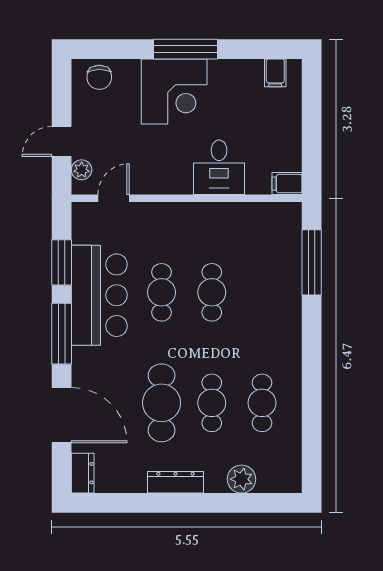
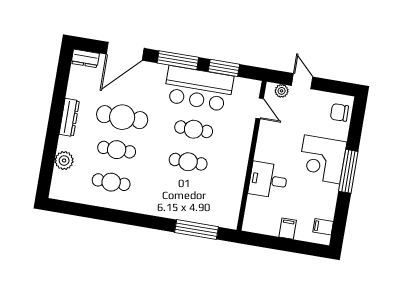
filing cabinet: (287, 184) -> (288, 229), moved

